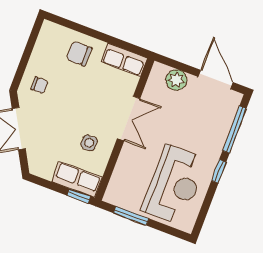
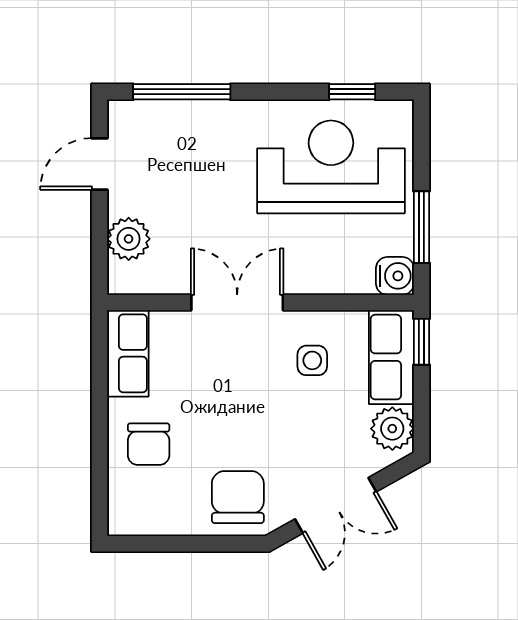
door: (216, 80) -> (100, 164), width x0.73
chair: (39, 85) -> (238, 497), width x1.87, depth x1.87
plant: (44, 168) -> (392, 429), added
window: (219, 171) -> (352, 92), moved
water cooler: (113, 195) -> (395, 276), added

